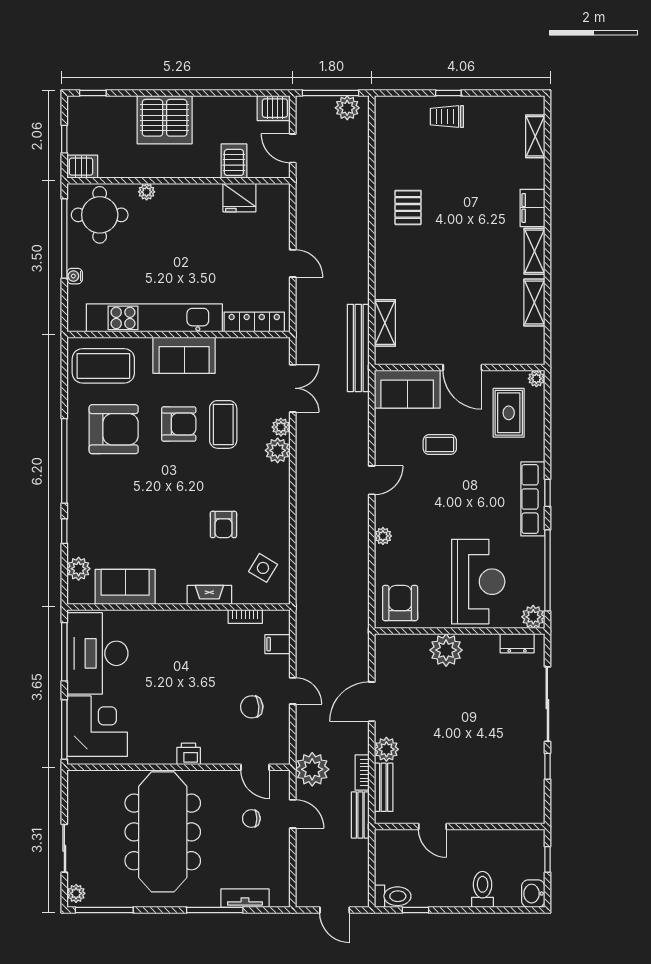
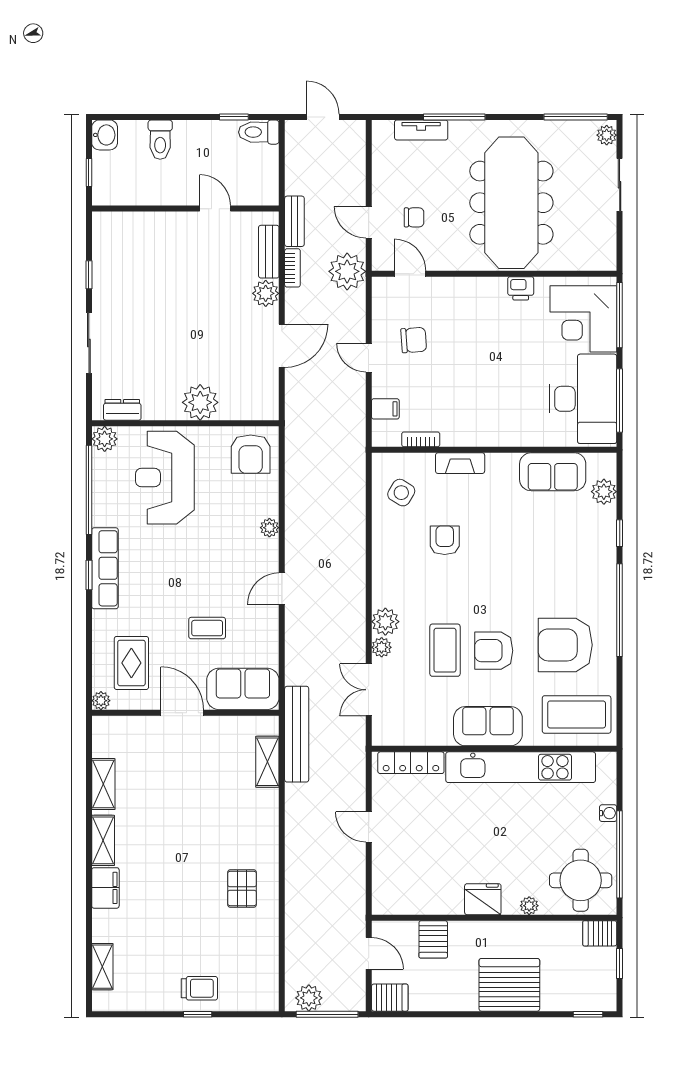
fridge: (239, 198) -> (483, 899), moved
sliding door: (547, 704) -> (89, 343), width x0.73
printer: (189, 754) -> (521, 288), moved

